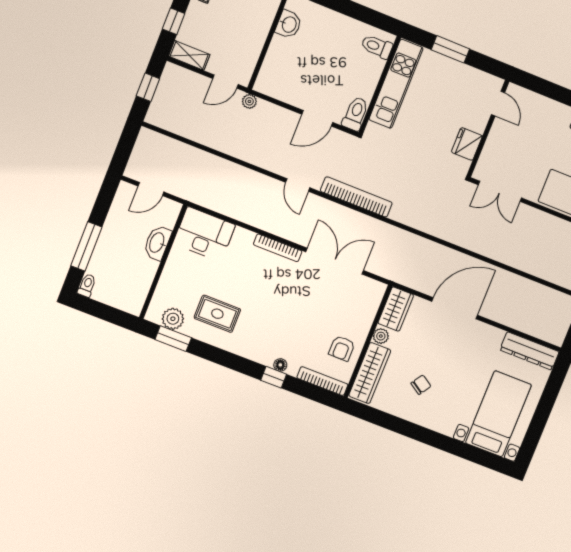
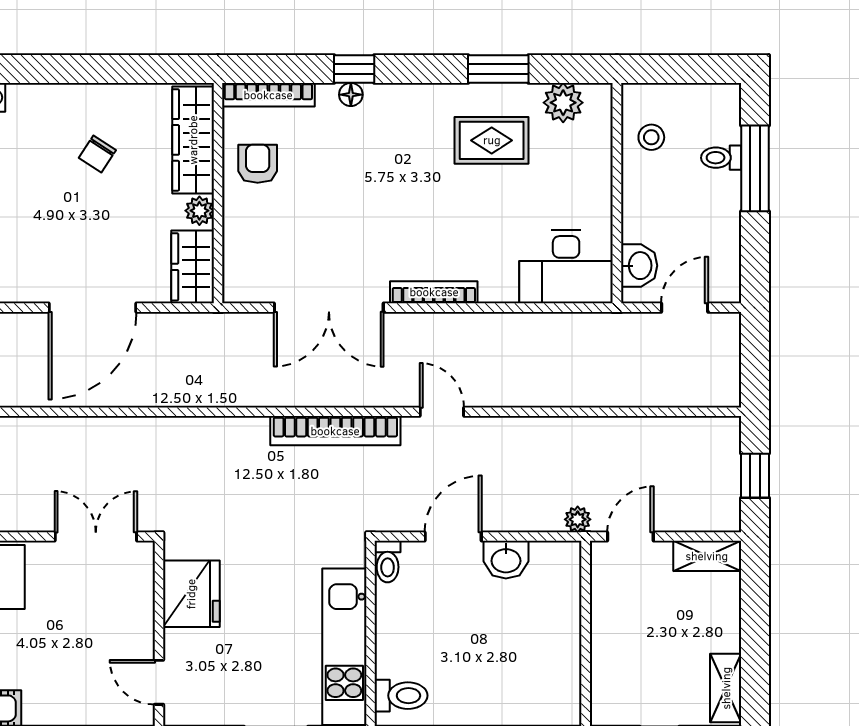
window: (174, 21) -> (755, 602), removed
washbasin: (289, 24) -> (506, 560), moved, turned -90
toilet: (355, 114) -> (388, 562), width x0.73, depth x0.72
fridge: (467, 144) -> (191, 594), width x1.36, depth x1.34
washbasin: (157, 243) -> (639, 266), moved, width x0.72
stool: (134, 283) -> (651, 137), added
toilet: (87, 285) -> (721, 158), moved, turned 90
window: (173, 339) -> (498, 69), moved

